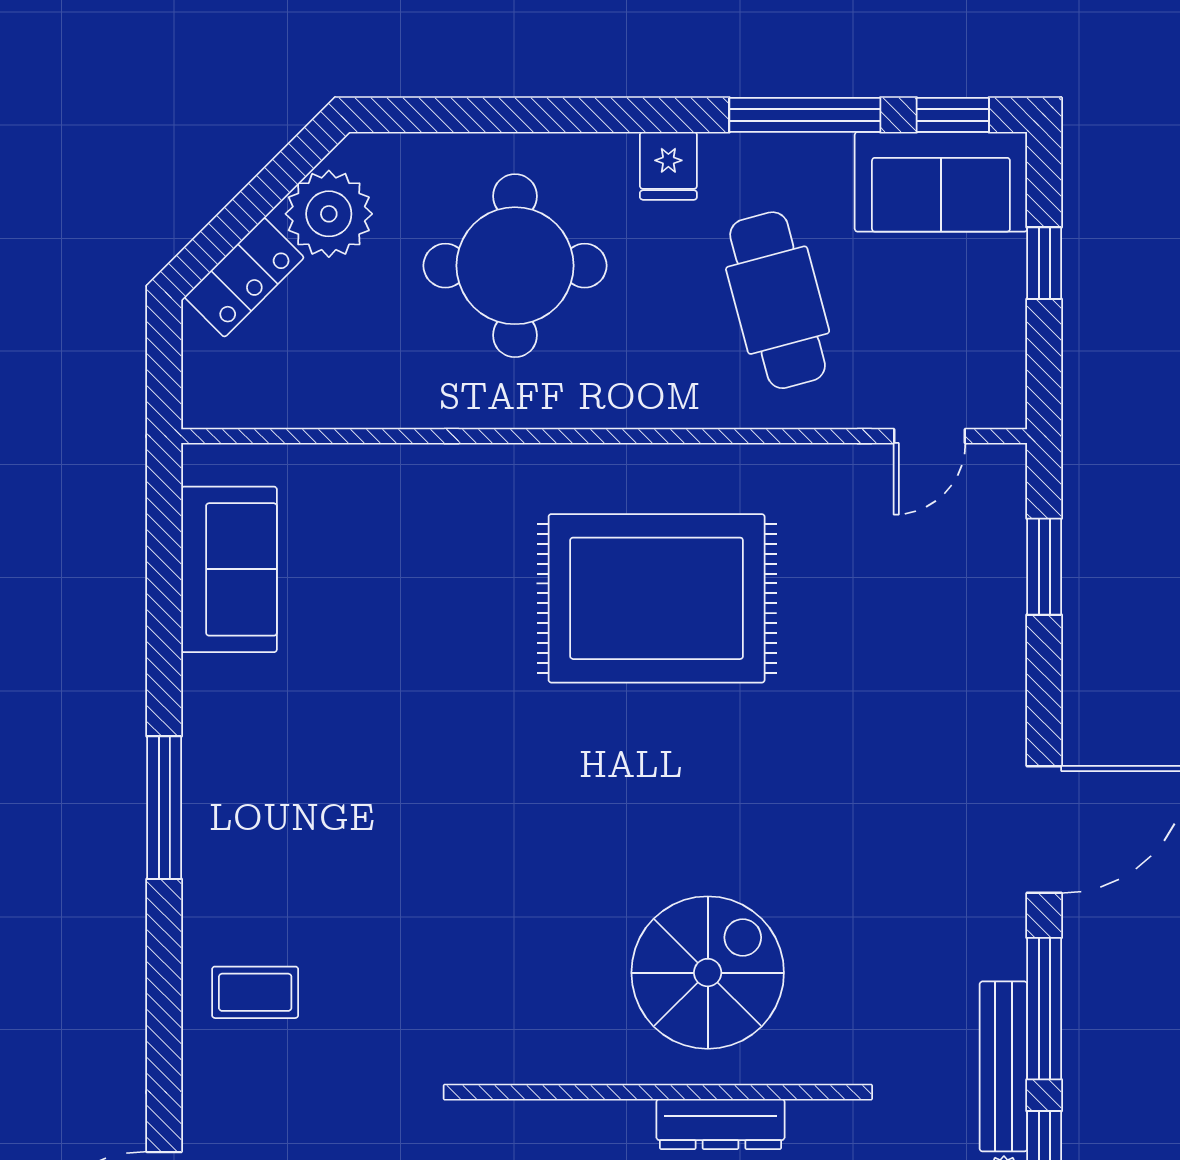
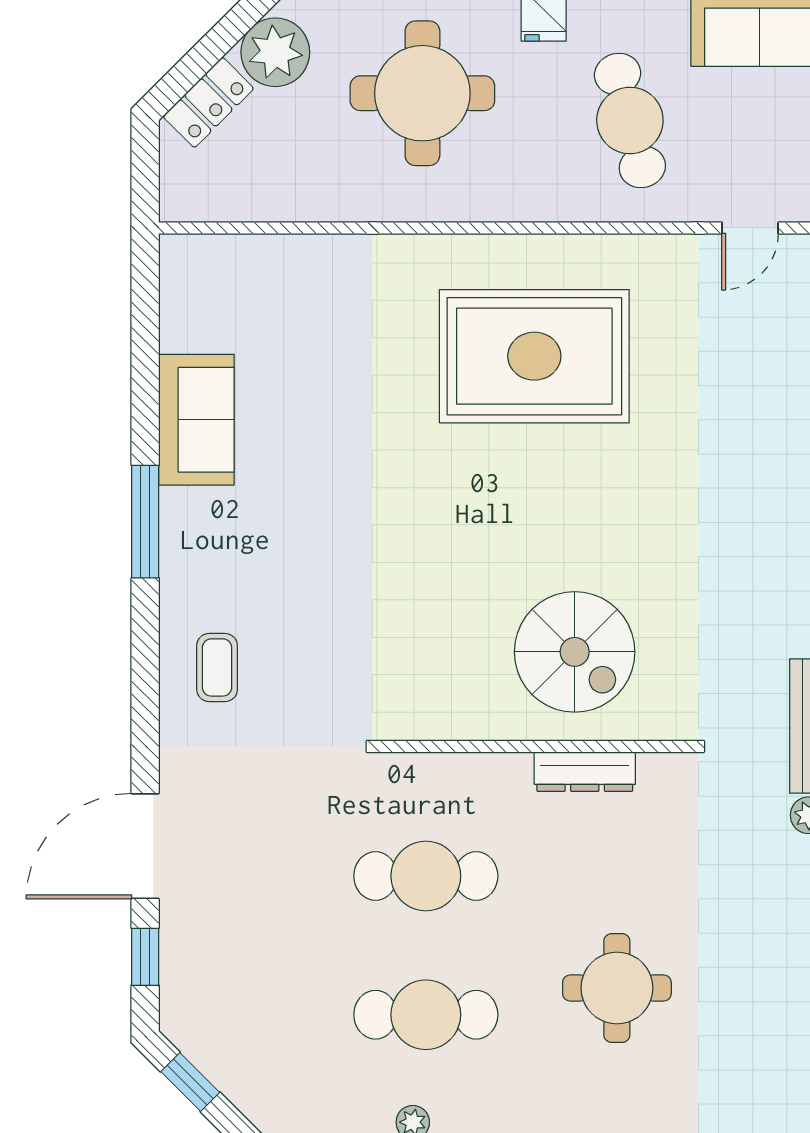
sofa: (229, 569) -> (196, 420), moved
spiral stairs: (708, 973) -> (575, 652), turned 90
coffee table: (255, 992) -> (217, 667), turned 90

